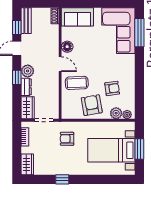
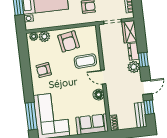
armchair: (112, 88) -> (44, 70), moved

